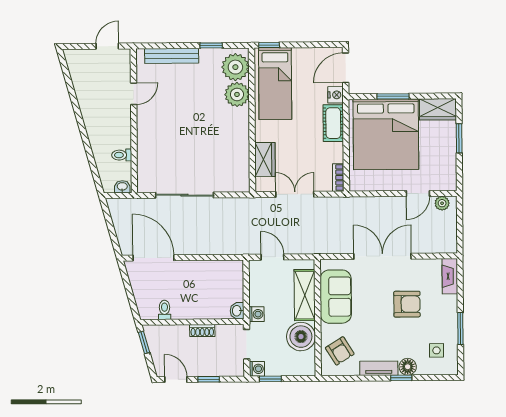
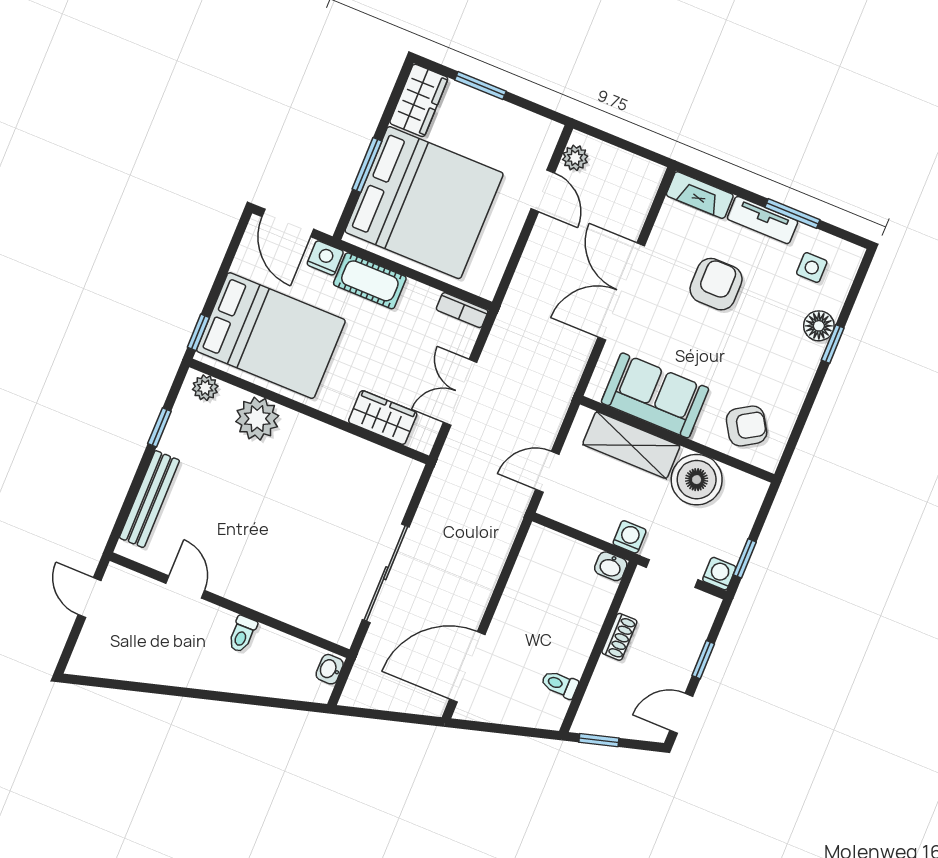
plant: (235, 67) -> (205, 388), width x0.53, depth x0.53
bed: (275, 84) -> (271, 336), width x1.50
toilet: (122, 155) -> (242, 634), moved
tv unit: (379, 368) -> (762, 220), moved, turned -90

